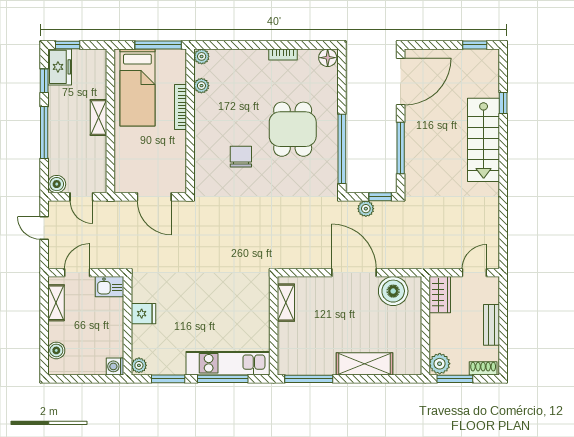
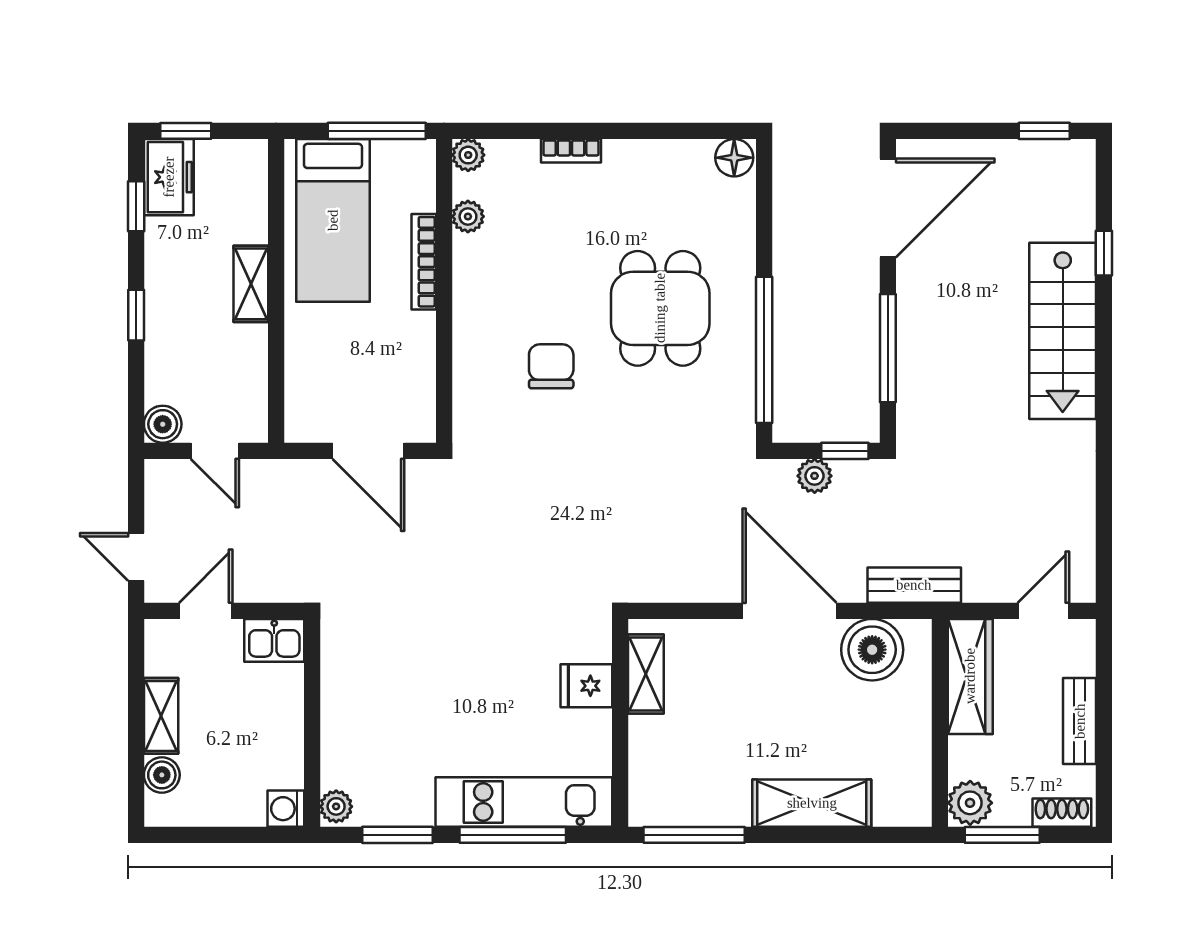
bookcase: (283, 54) -> (571, 151), moved
window: (44, 132) -> (136, 315), width x0.46
door: (44, 228) -> (136, 557), moved
bench: (413, 260) -> (914, 585), added
wardrobe: (440, 295) -> (970, 676), width x1.50
shelving: (56, 303) -> (161, 716), moved
fridge: (144, 314) -> (586, 686), moved, turned 180

